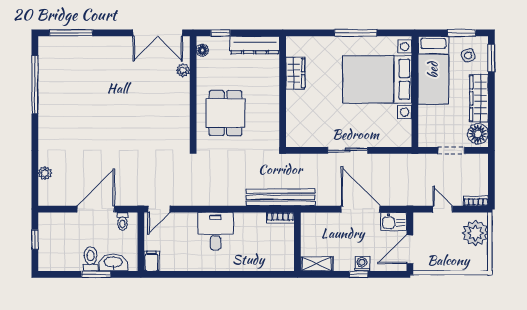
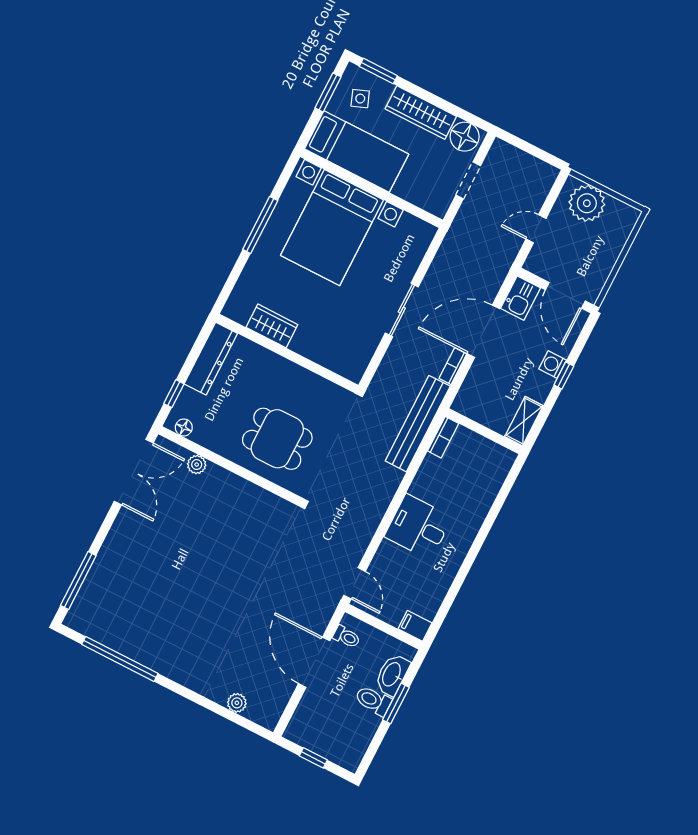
bookcase: (476, 201) -> (453, 366), moved

